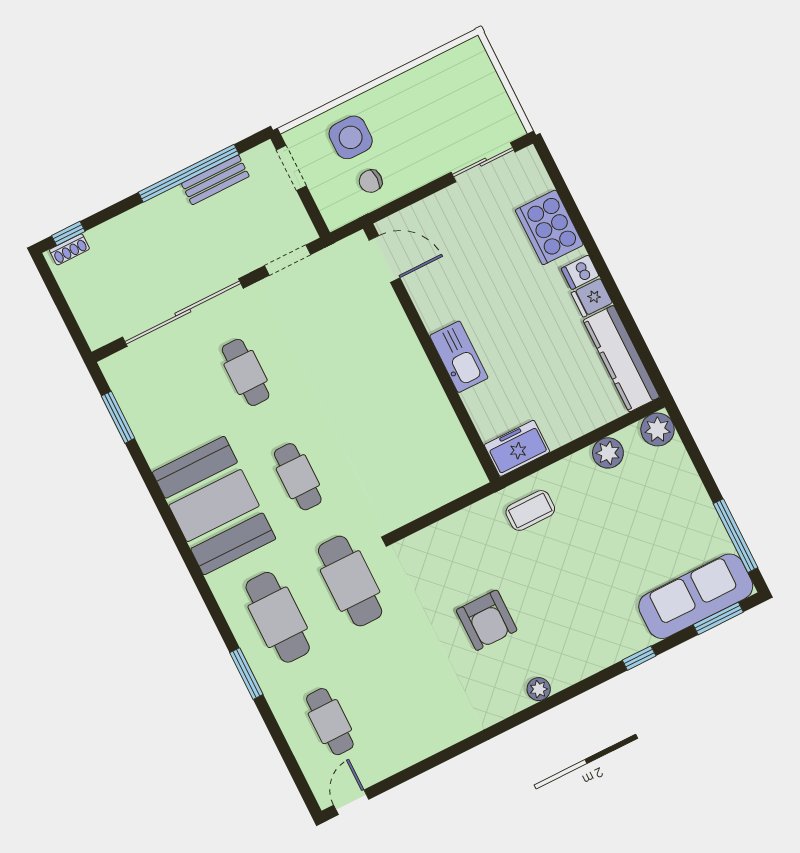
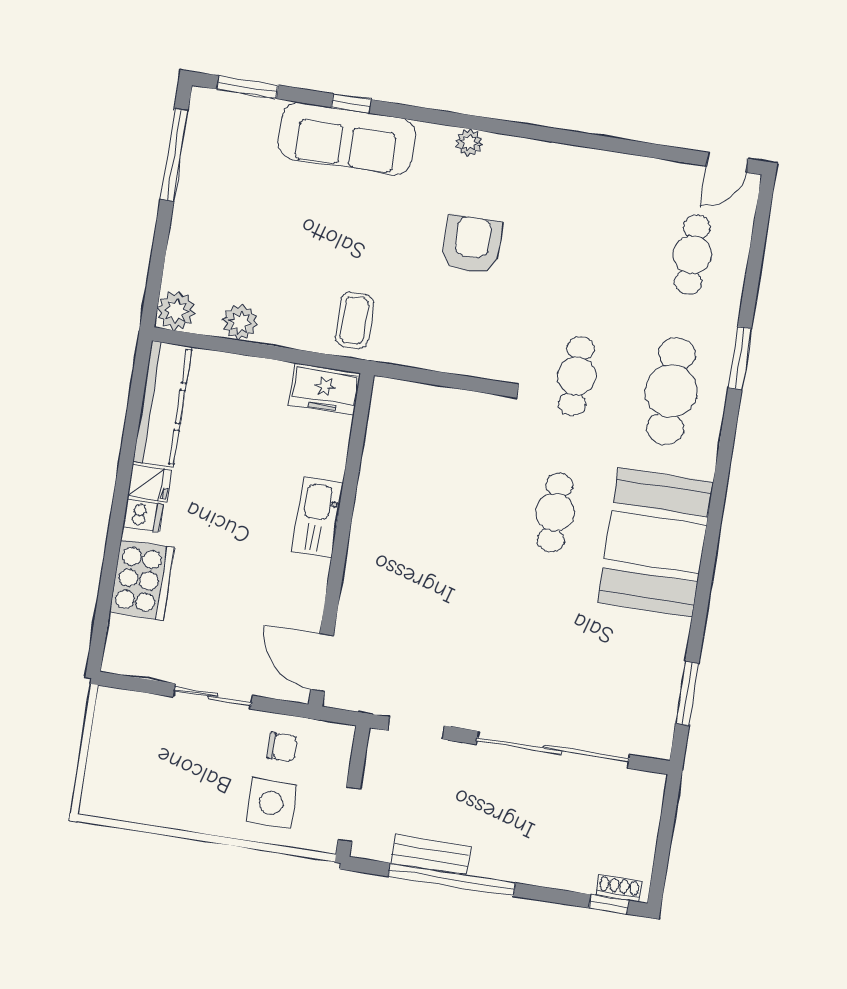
sliding door: (483, 162) -> (213, 696), moved
cafe table: (246, 372) -> (534, 649), removed
coffee table: (530, 510) -> (354, 320), turned 90
cafe table: (350, 581) -> (576, 376), width x0.73, depth x0.74
sofa: (696, 596) -> (347, 139), moved

